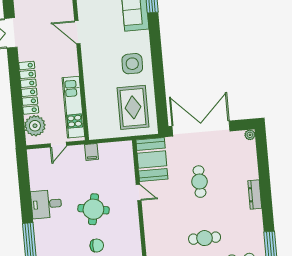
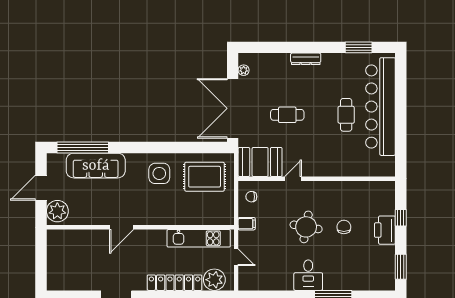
plant: (250, 135) -> (244, 70), moved
chair: (118, 154) -> (251, 197), added
desk: (46, 204) -> (308, 275), moved

